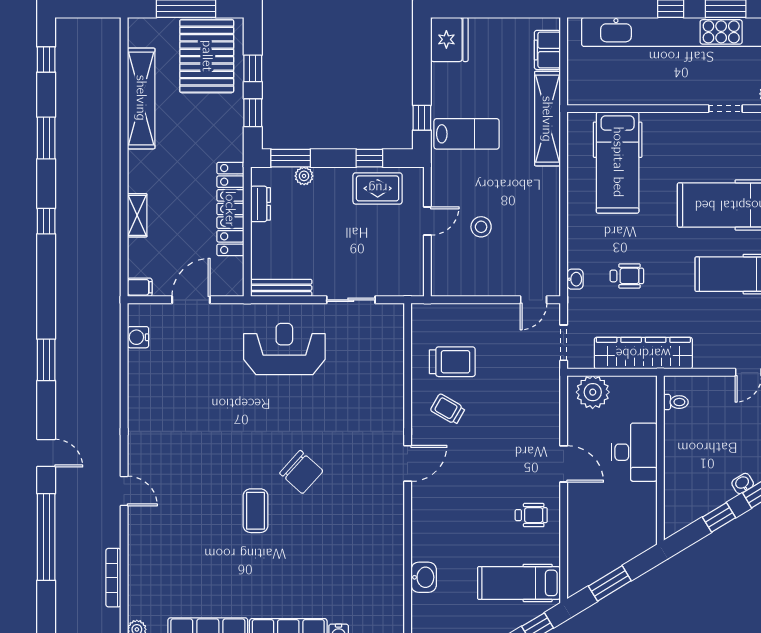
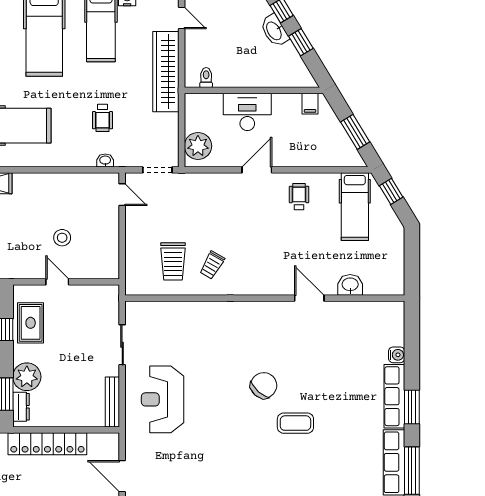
plant: (304, 176) -> (27, 377), width x1.88, depth x1.88
dresser: (261, 204) -> (21, 407), moved, turned 90
wheelchair: (627, 276) -> (103, 118), turned 180
wardrobe: (643, 353) -> (166, 72), moved
trolley: (452, 362) -> (173, 261), turned 180
door: (408, 463) -> (309, 298), moved
washbasin: (743, 483) -> (274, 31), width x1.91, depth x1.45
filing cabinet: (644, 529) -> (310, 104), added

